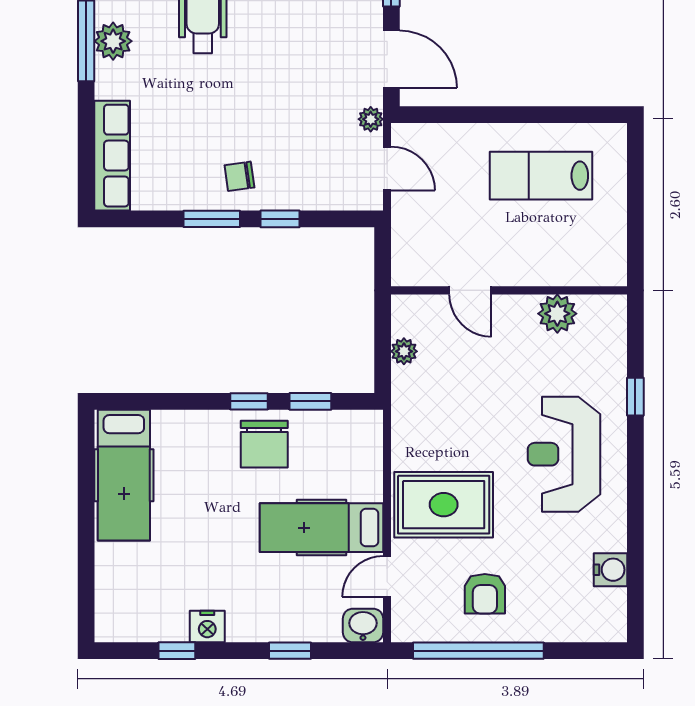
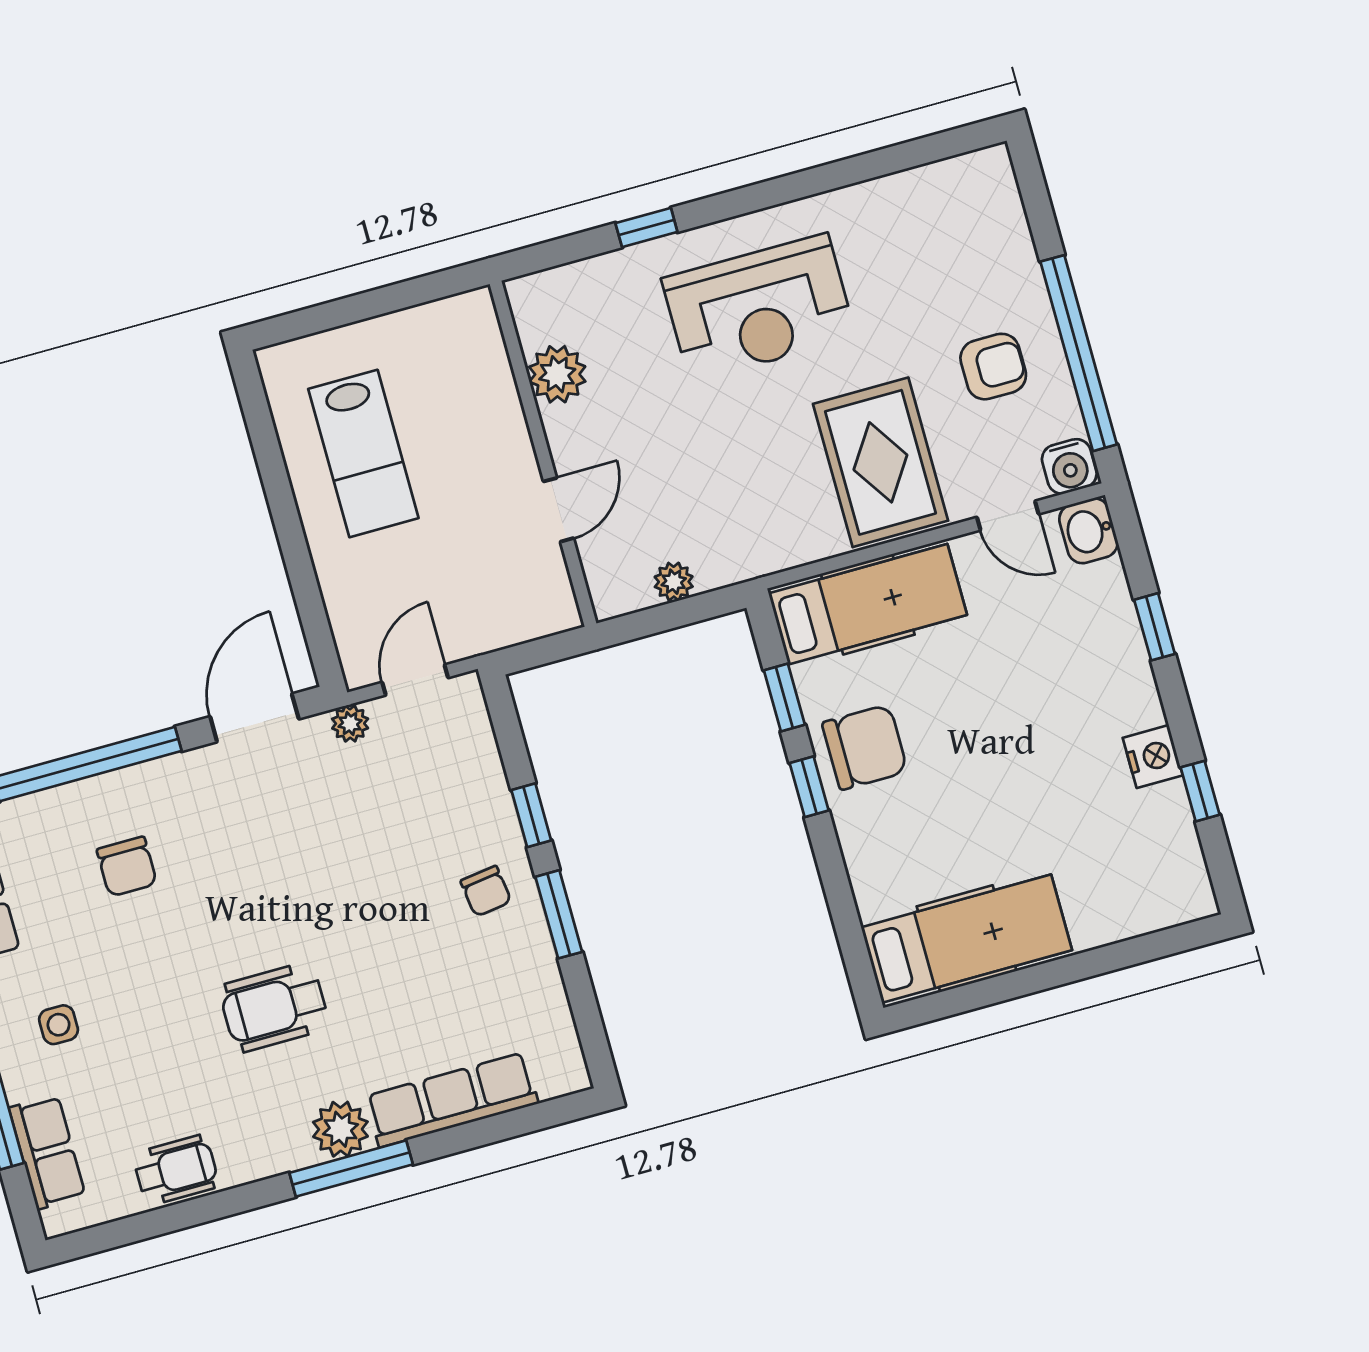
row of seats: (112, 156) -> (452, 1100), moved
hospital bed: (321, 528) -> (868, 604), moved, turned -90
water cooler: (610, 570) -> (1069, 466), moved, turned 180

